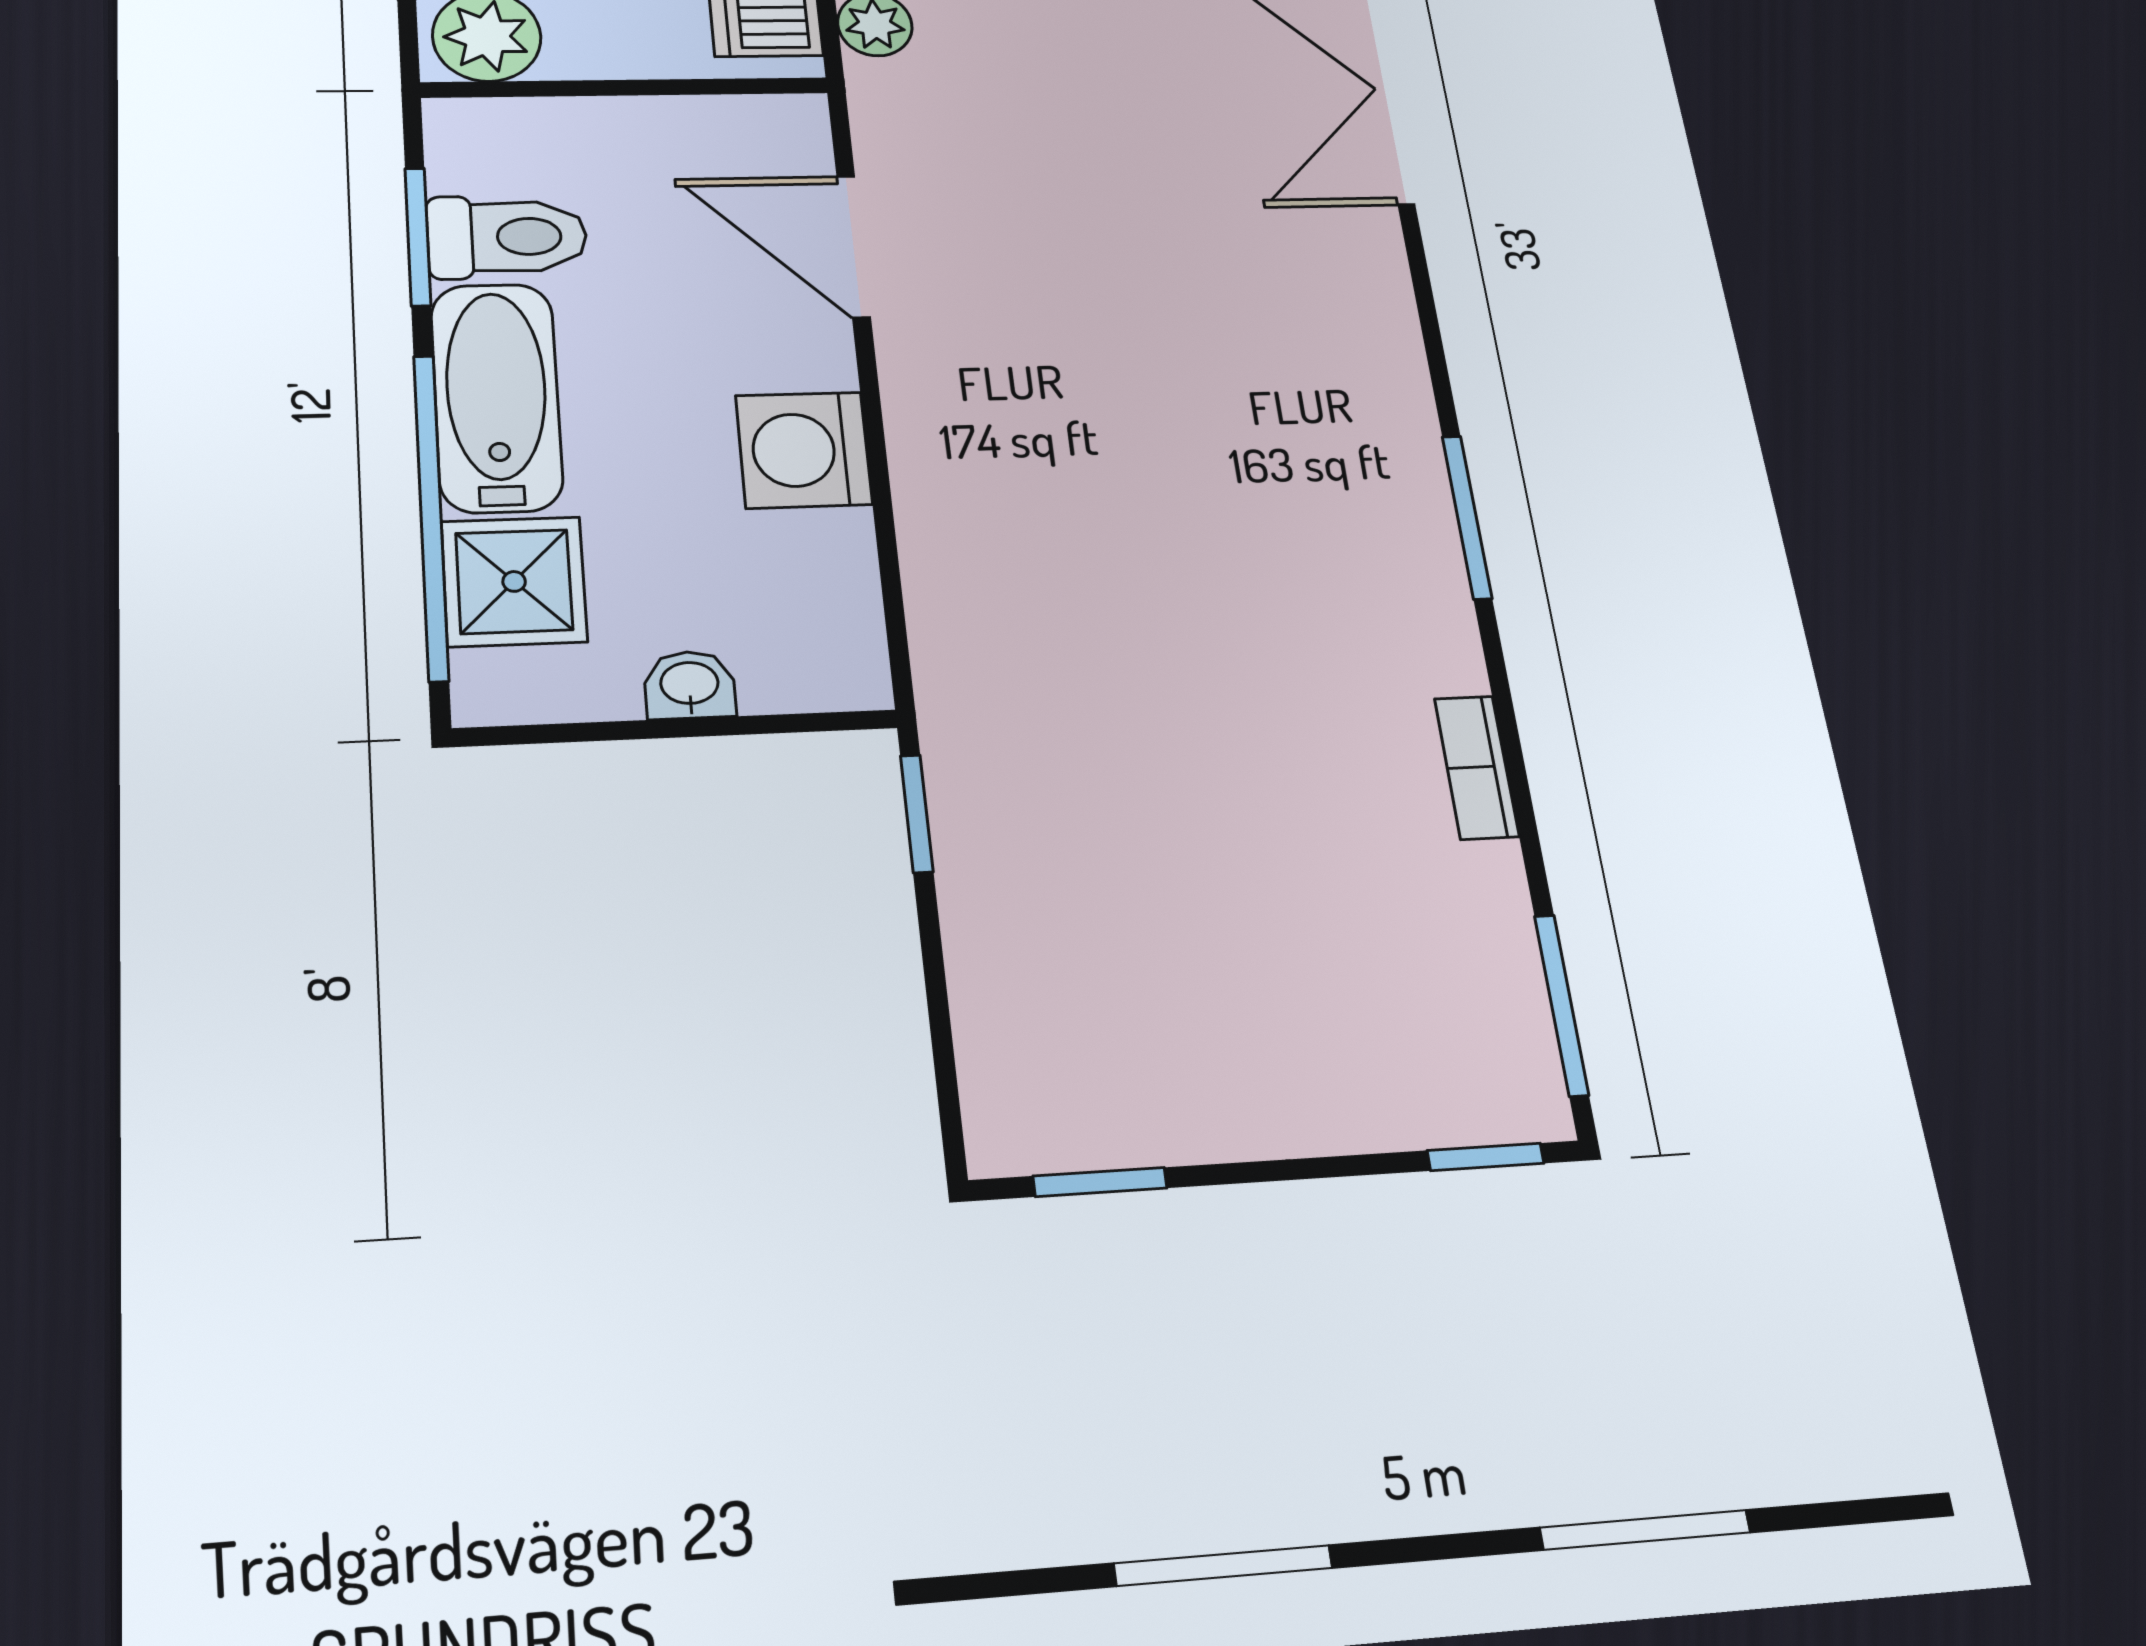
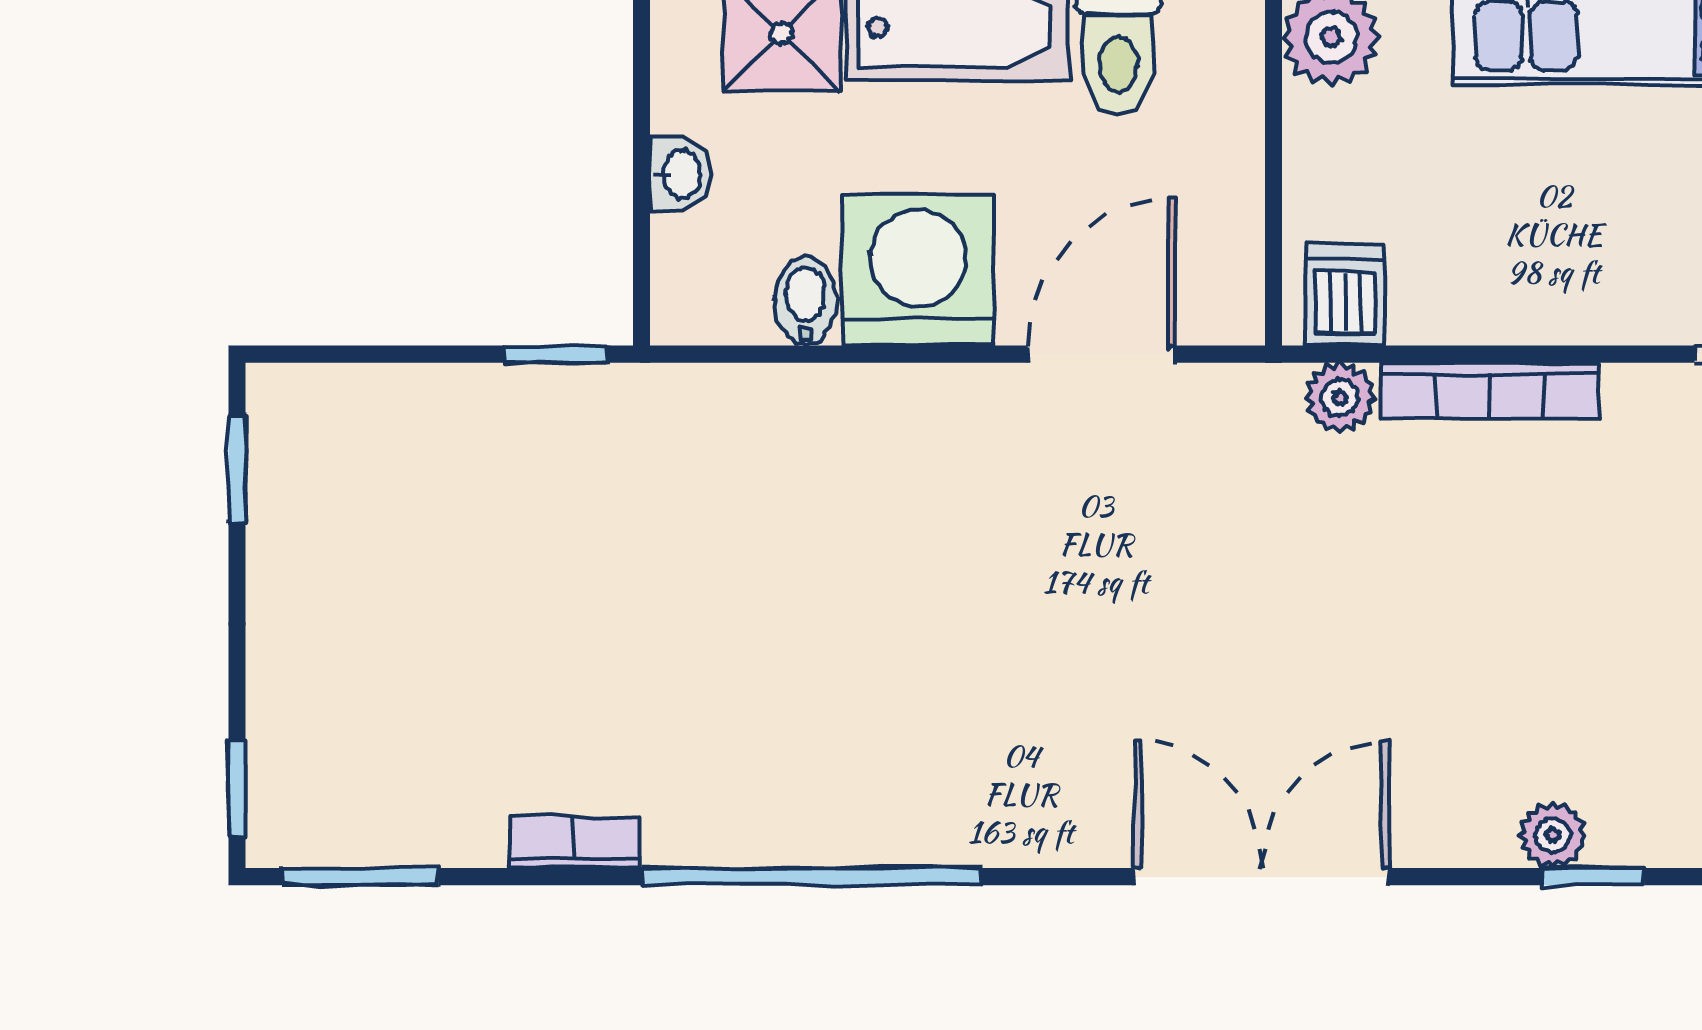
washing machine: (804, 450) -> (918, 270), width x1.37, depth x1.37
window: (1467, 517) -> (811, 877), width x2.11
bidet: (826, 545) -> (805, 301), added

